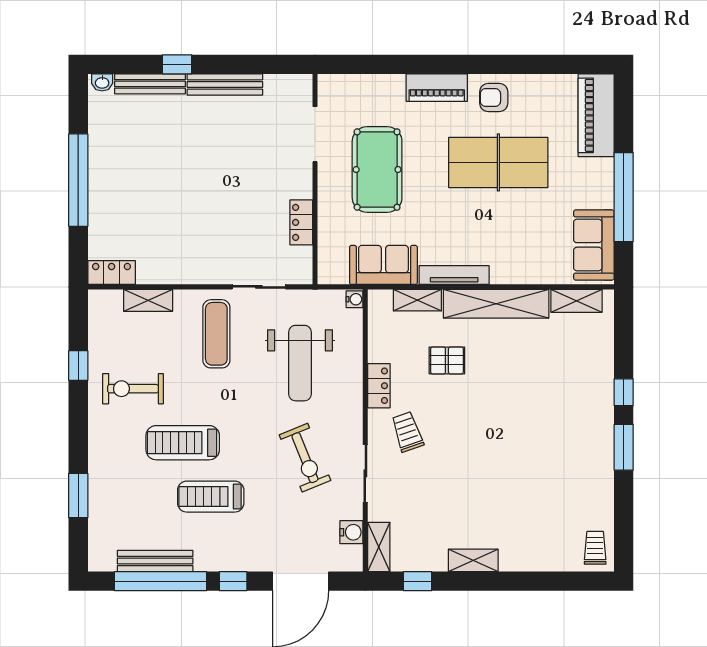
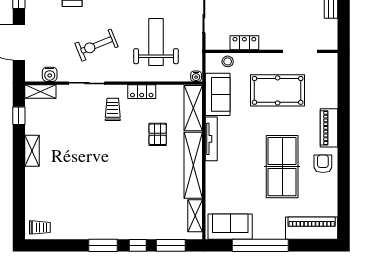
stool: (331, 249) -> (228, 61), added
shelving: (417, 300) -> (193, 108), width x1.50, depth x1.33
window: (624, 340) -> (171, 245), added
weight bench: (300, 363) -> (156, 42), turned 90
trolley: (407, 432) -> (113, 109), turned -71

